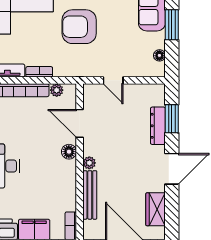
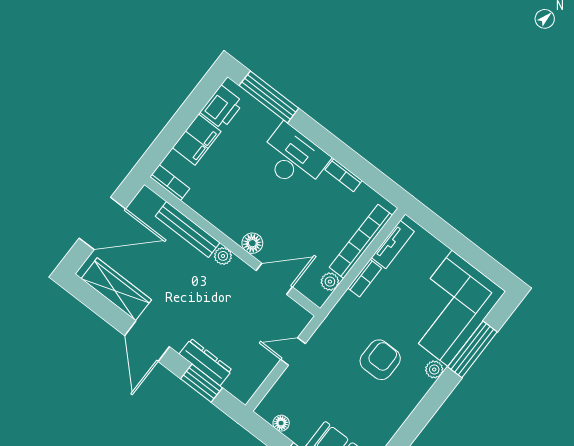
armchair: (79, 27) -> (380, 360), width x0.73, depth x0.73
wardrobe: (156, 209) -> (116, 289), width x1.50

